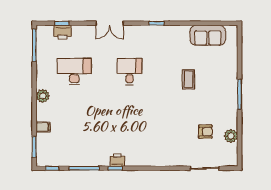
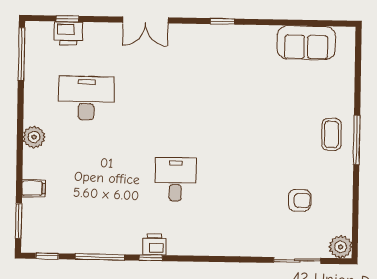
desk: (129, 72) -> (175, 179), moved
coffee table: (189, 79) -> (331, 134), moved
plant: (231, 136) -> (341, 247), moved

